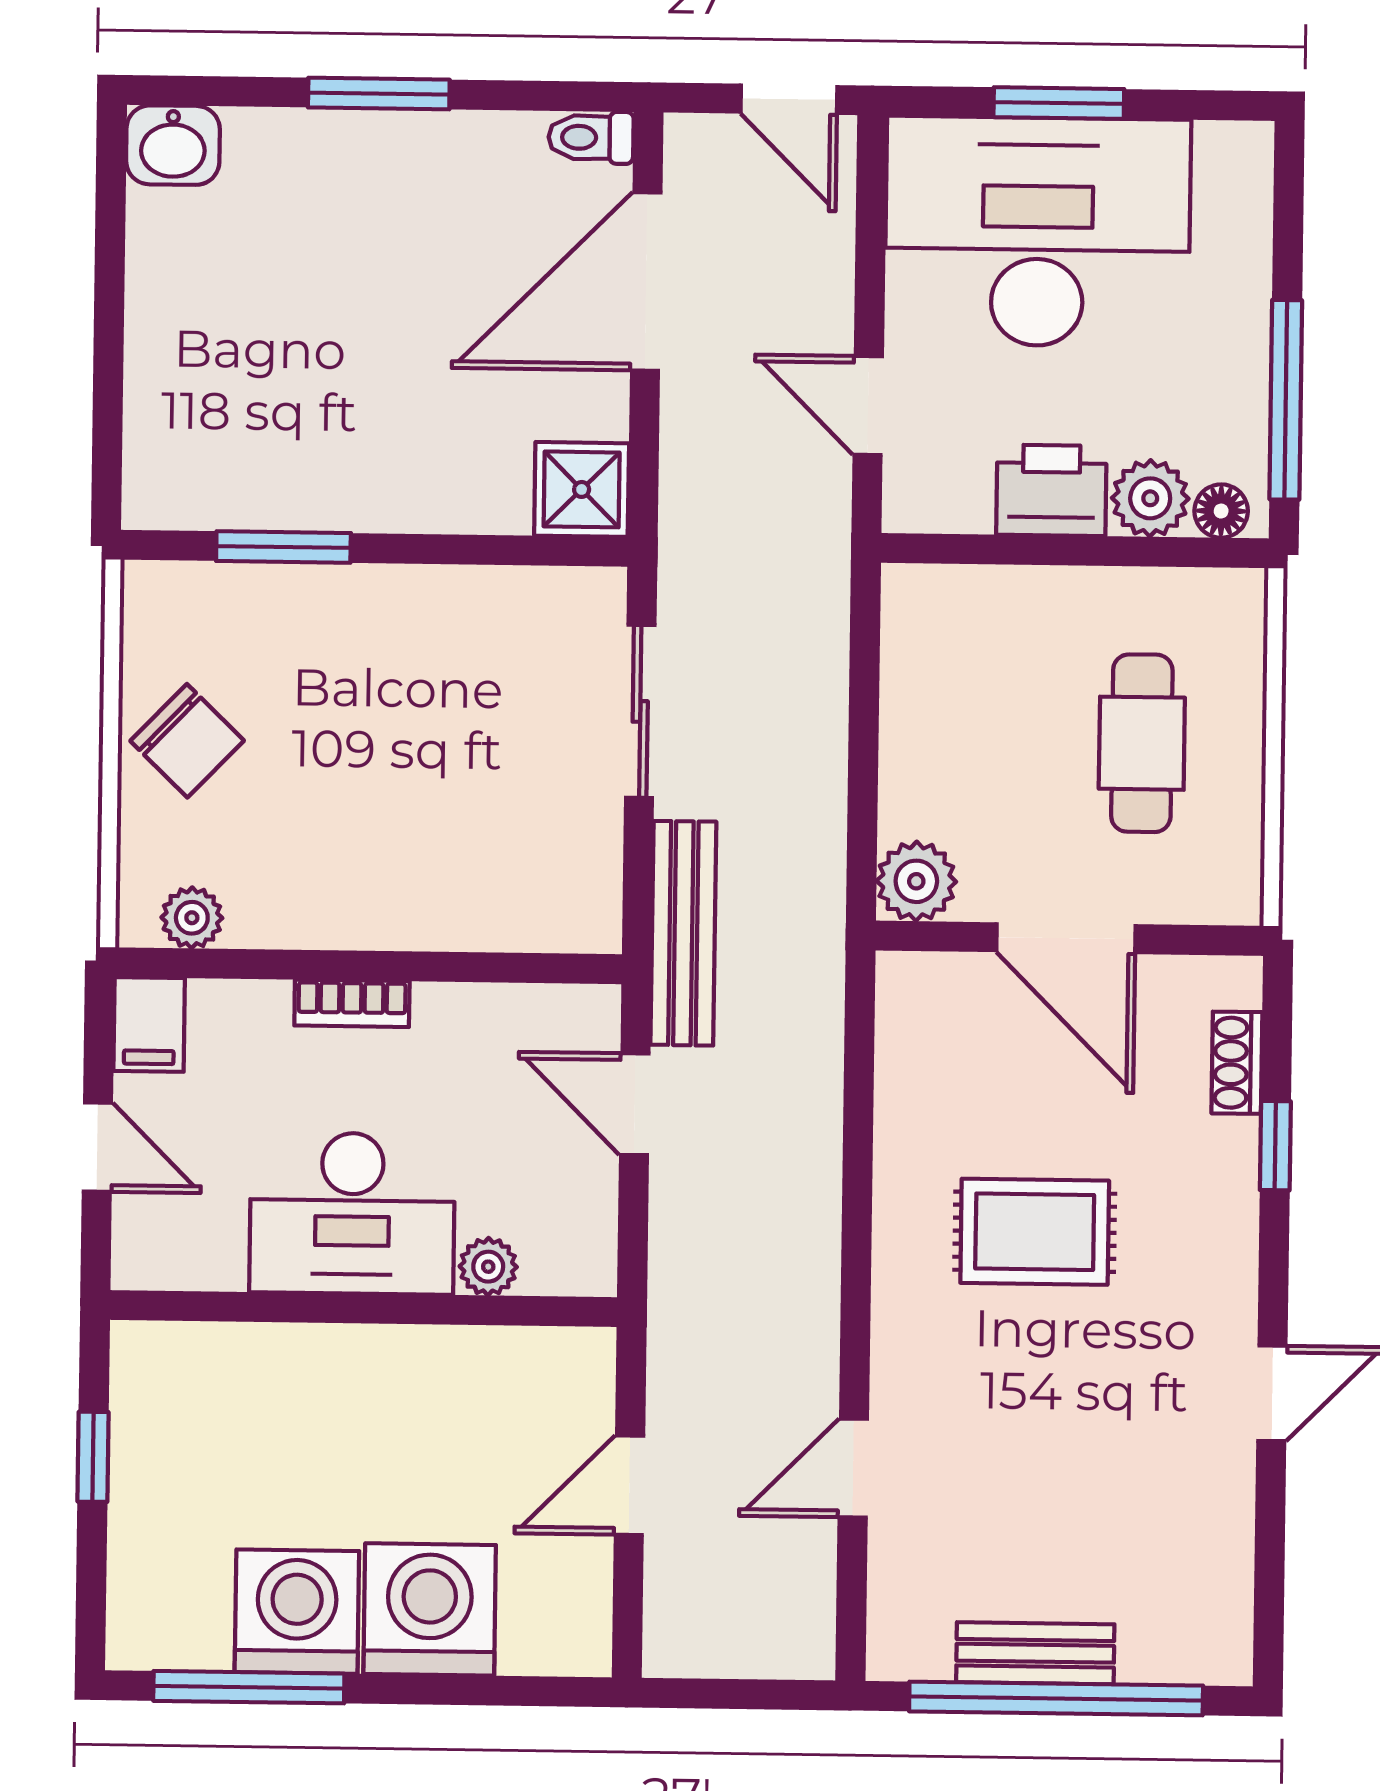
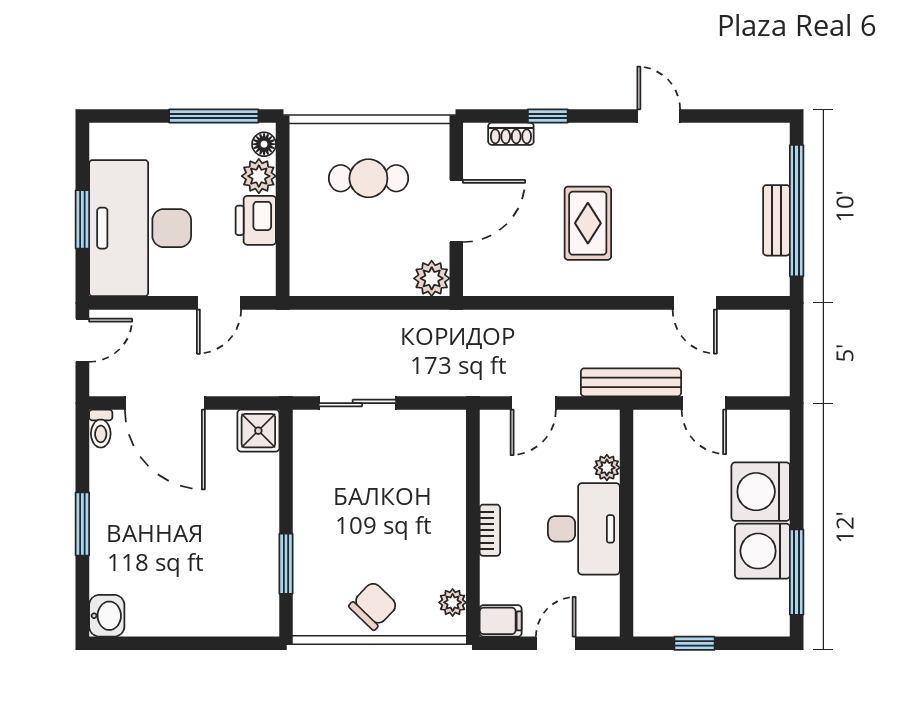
bench: (683, 933) -> (631, 382), moved

